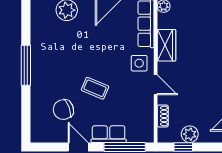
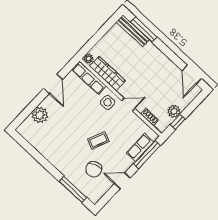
wardrobe: (167, 45) -> (107, 73), width x1.50
window: (26, 65) -> (73, 189), moved
row of seats: (109, 134) -> (140, 148), moved

